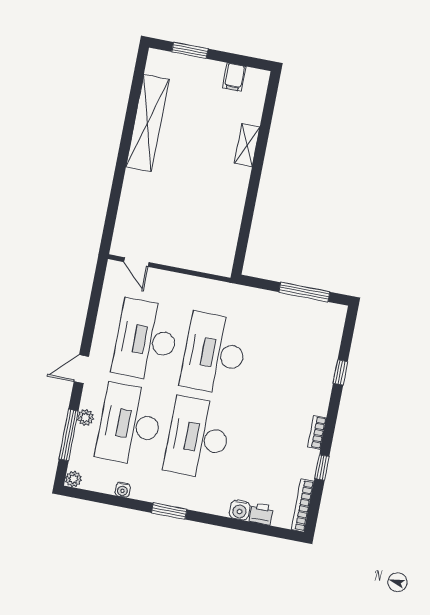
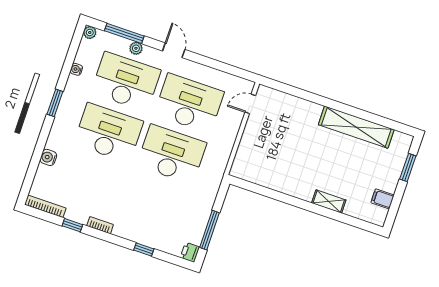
printer: (261, 514) -> (190, 252), moved, turned 180

